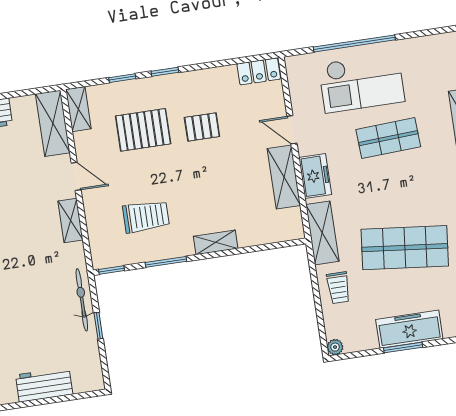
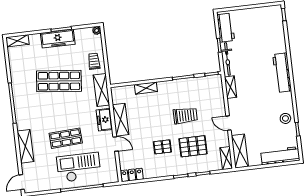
trolley: (146, 217) -> (185, 116), moved, turned 180
shelving: (70, 221) -> (231, 87), moved
shelving: (216, 242) -> (146, 88), moved
workbench: (44, 385) -> (226, 28), moved, turned -90

